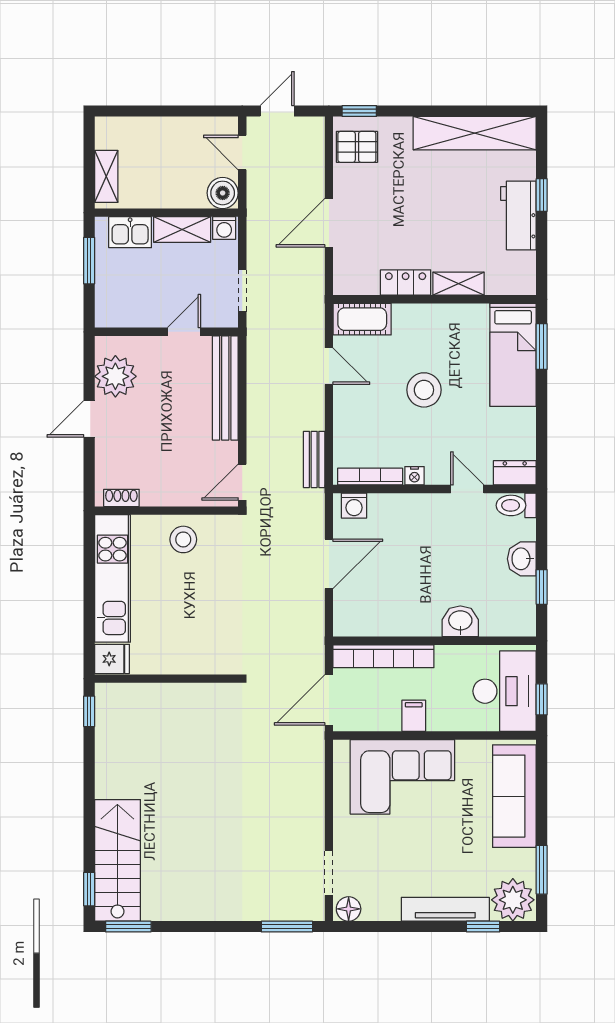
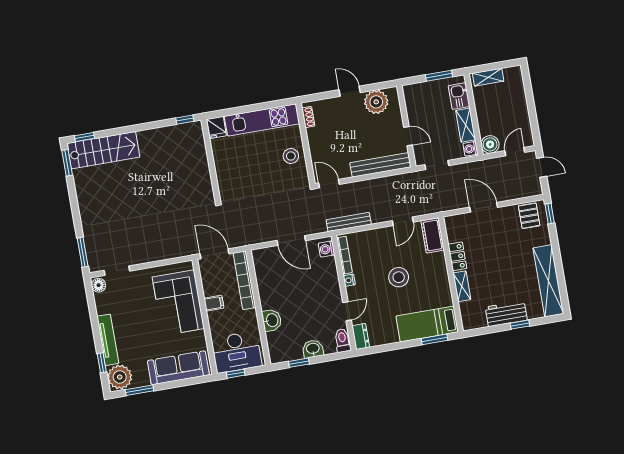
bench: (314, 459) -> (349, 222), width x1.36

